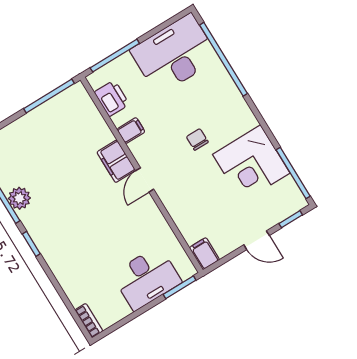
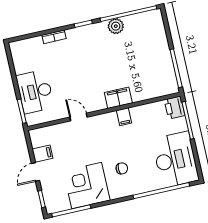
printer: (112, 98) -> (175, 108), moved, turned 90
filing cabinet: (131, 131) -> (124, 117), moved
chair: (197, 139) -> (122, 168), moved
door: (145, 180) -> (79, 117), moved
filing cabinet: (204, 254) -> (42, 154), moved
bookcase: (89, 321) -> (54, 37), moved

